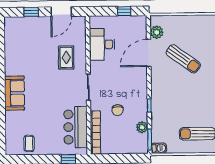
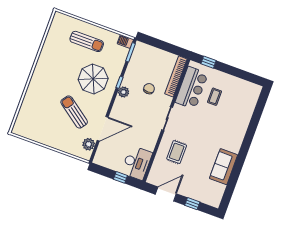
window: (124, 11) -> (120, 177), moved
desk: (102, 44) -> (137, 163), moved
sofa: (14, 93) -> (224, 167), moved
parasol: (177, 99) -> (93, 79), added
plant: (142, 127) -> (124, 92), moved
coffee table: (29, 143) -> (214, 97), moved

